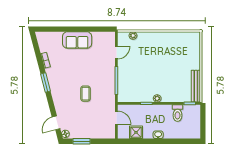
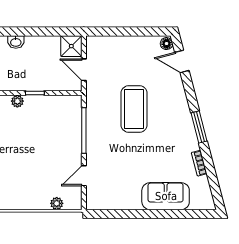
sofa: (77, 40) -> (166, 196), moved
coffee table: (85, 94) -> (134, 109), width x1.86, depth x1.72
door: (56, 123) -> (182, 61), swing flipped
shower: (136, 132) -> (71, 46), moved
window: (82, 141) -> (140, 32), removed

